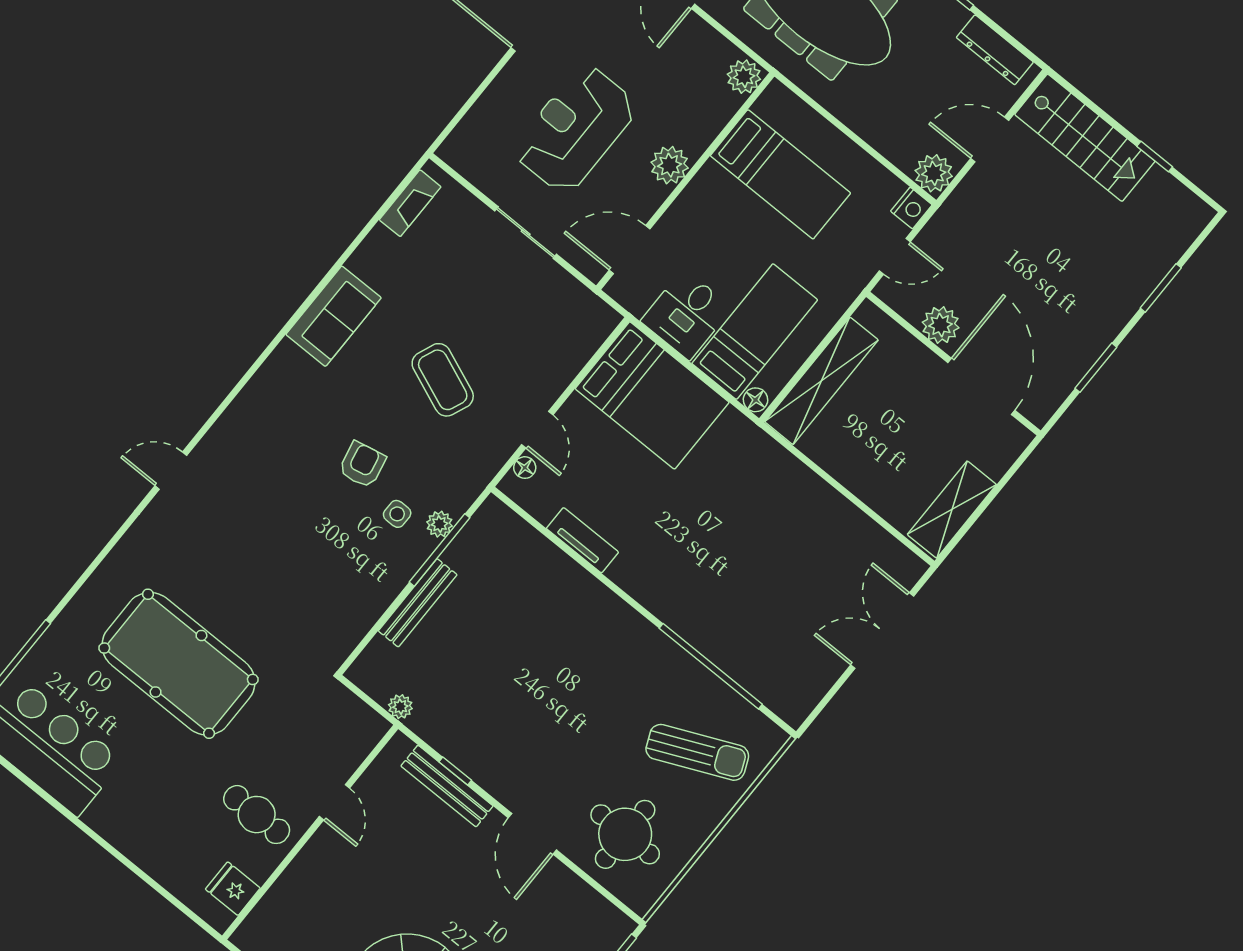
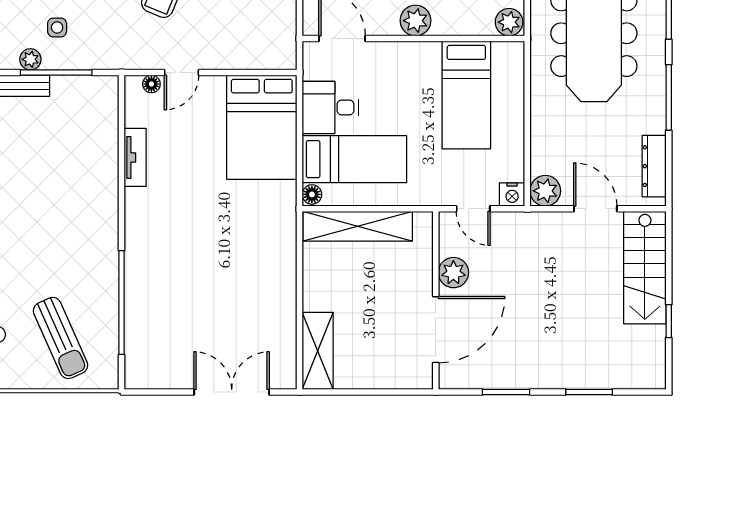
shelving: (952, 510) -> (318, 351), moved, turned 90
plant: (440, 524) -> (30, 59), moved

